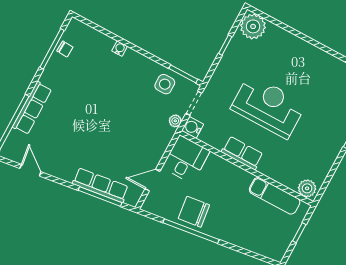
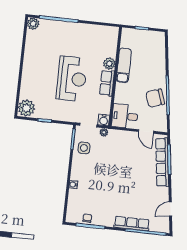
reception desk: (268, 106) -> (72, 79), turned 180
row of seats: (100, 185) -> (162, 162), width x1.36
plant: (307, 188) -> (109, 64), moved
exam couch: (275, 196) -> (124, 65), moved
chair: (194, 212) -> (155, 98), turned 78

